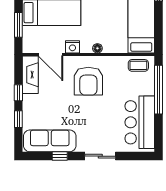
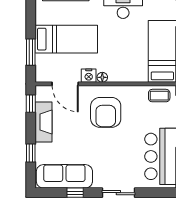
floor lamp: (97, 48) -> (102, 77), moved
fireplace: (30, 75) -> (44, 122), moved
window: (18, 93) -> (31, 104), moved

